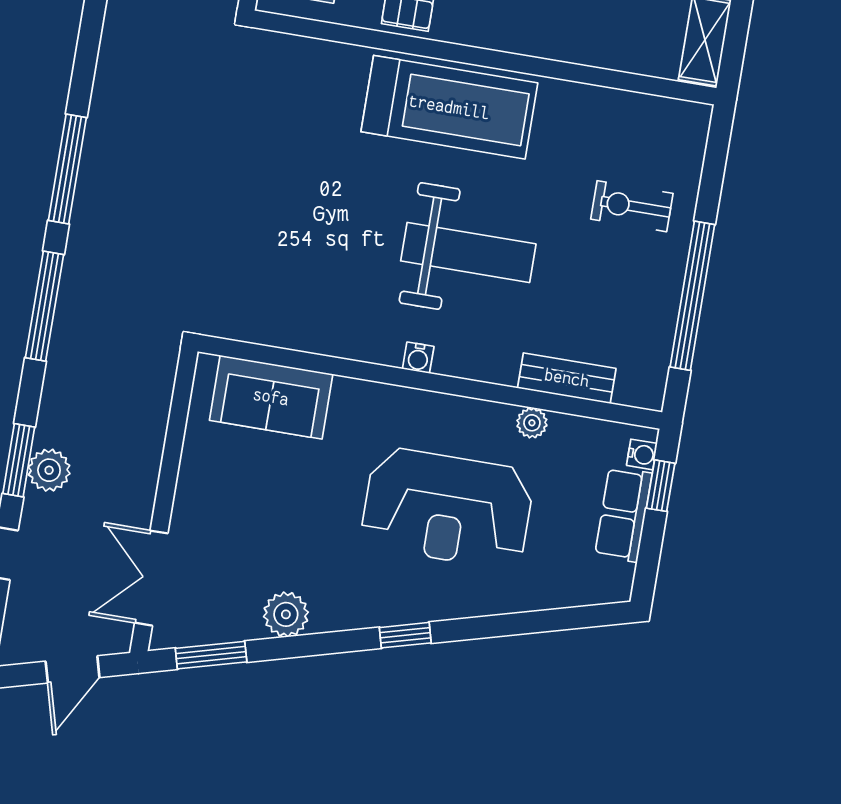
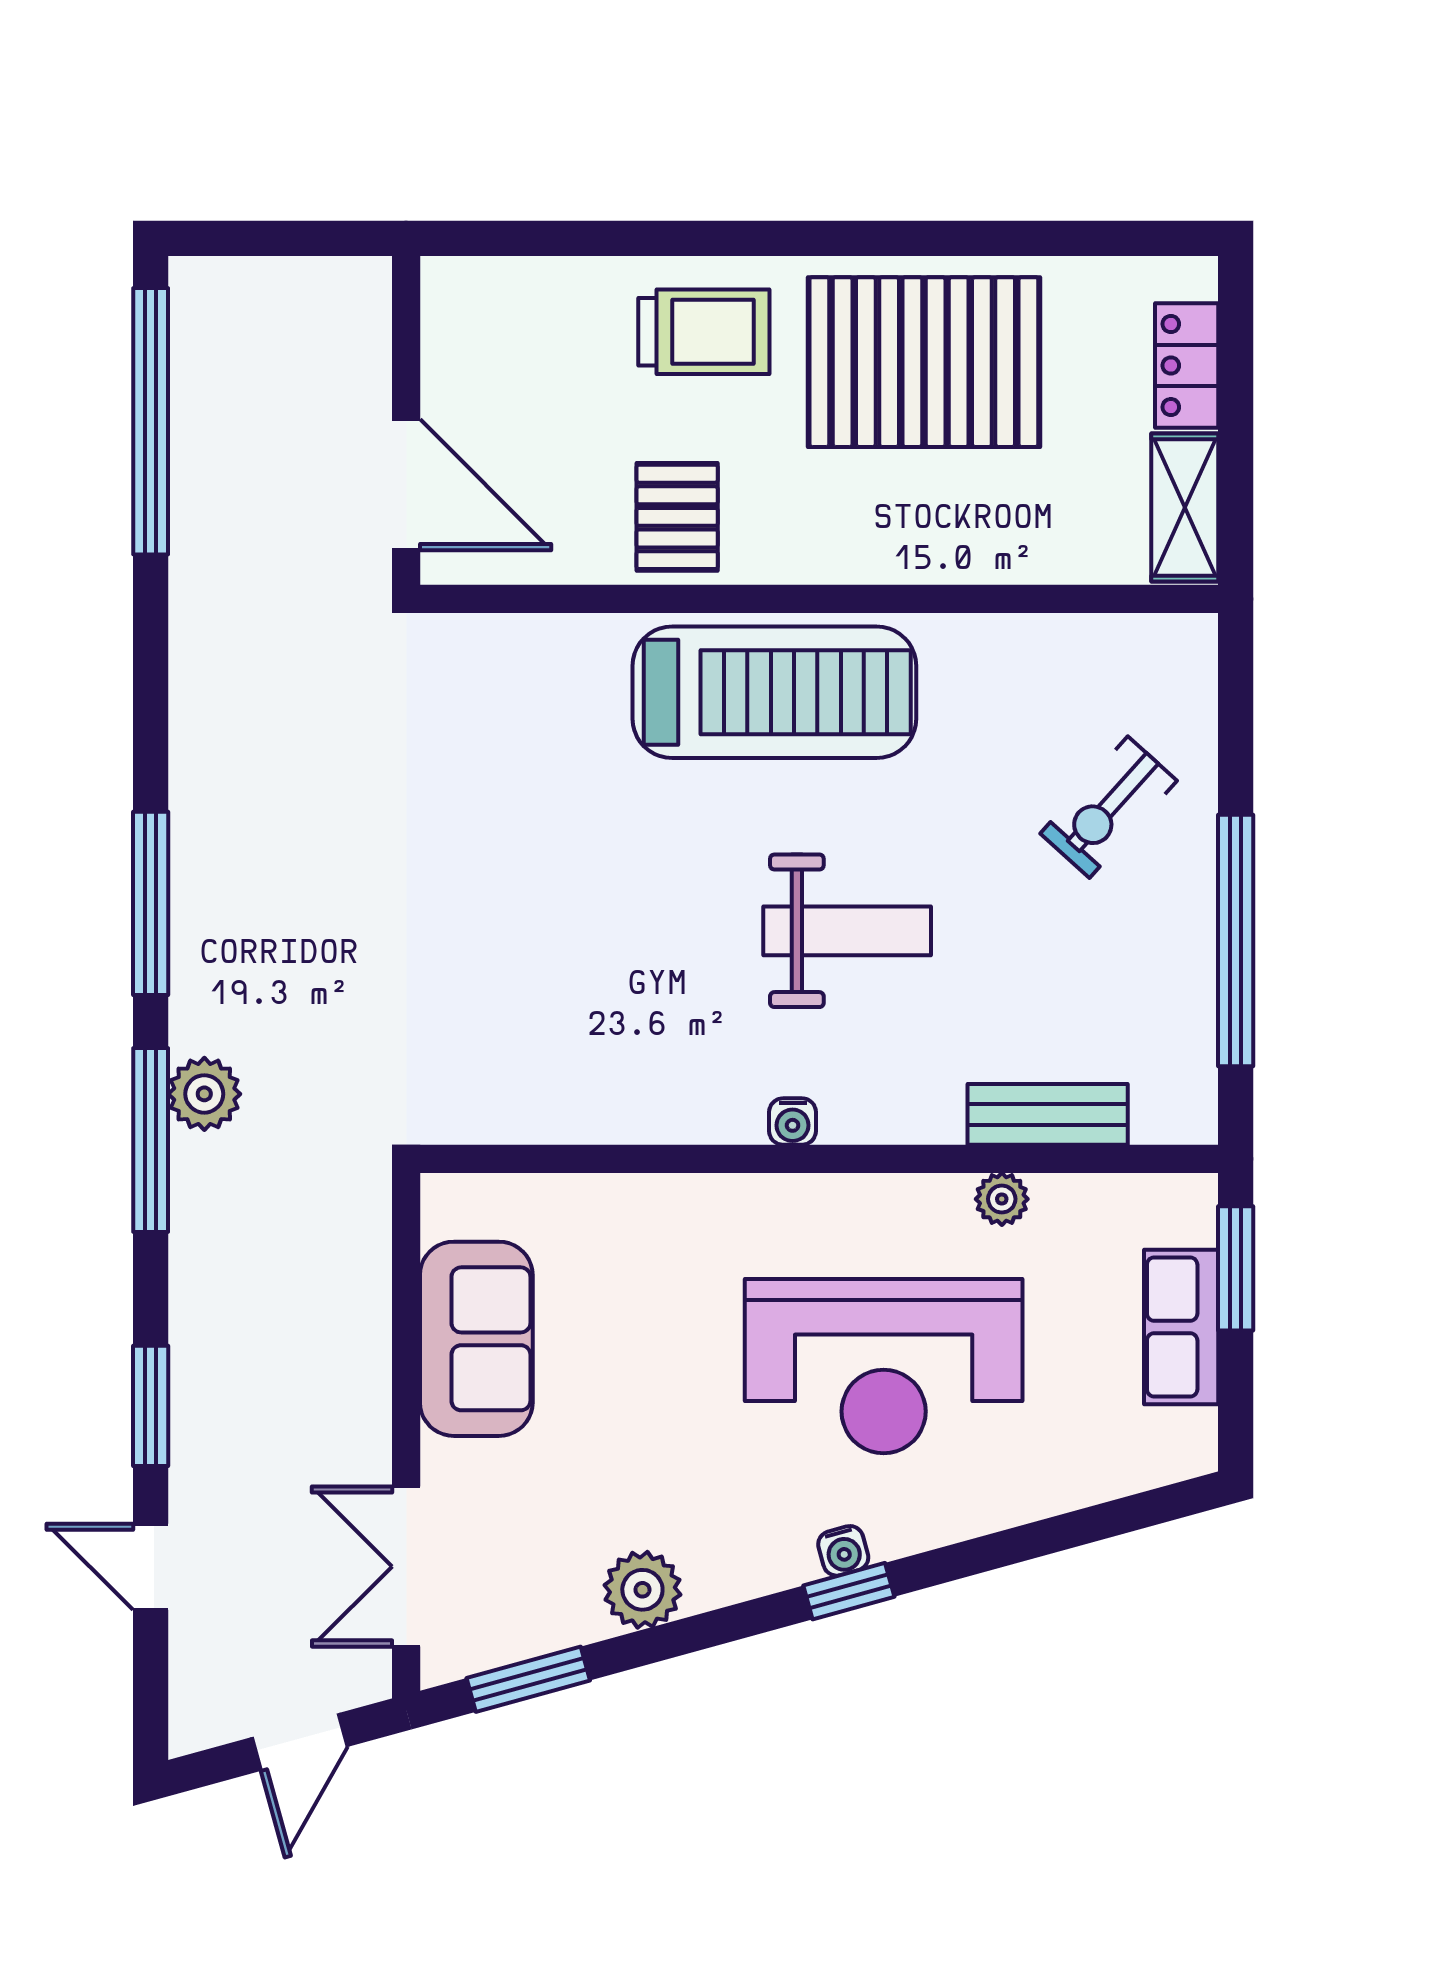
exercise bike: (632, 206) -> (1109, 807), turned -48
weight bench: (468, 252) -> (847, 931), width x0.73, depth x0.75
sofa: (271, 397) -> (476, 1339), moved, turned -90
water cooler: (642, 454) -> (843, 1551), moved, turned 75
plant: (49, 470) -> (204, 1094), moved
window: (661, 486) -> (1236, 1268), width x1.50

